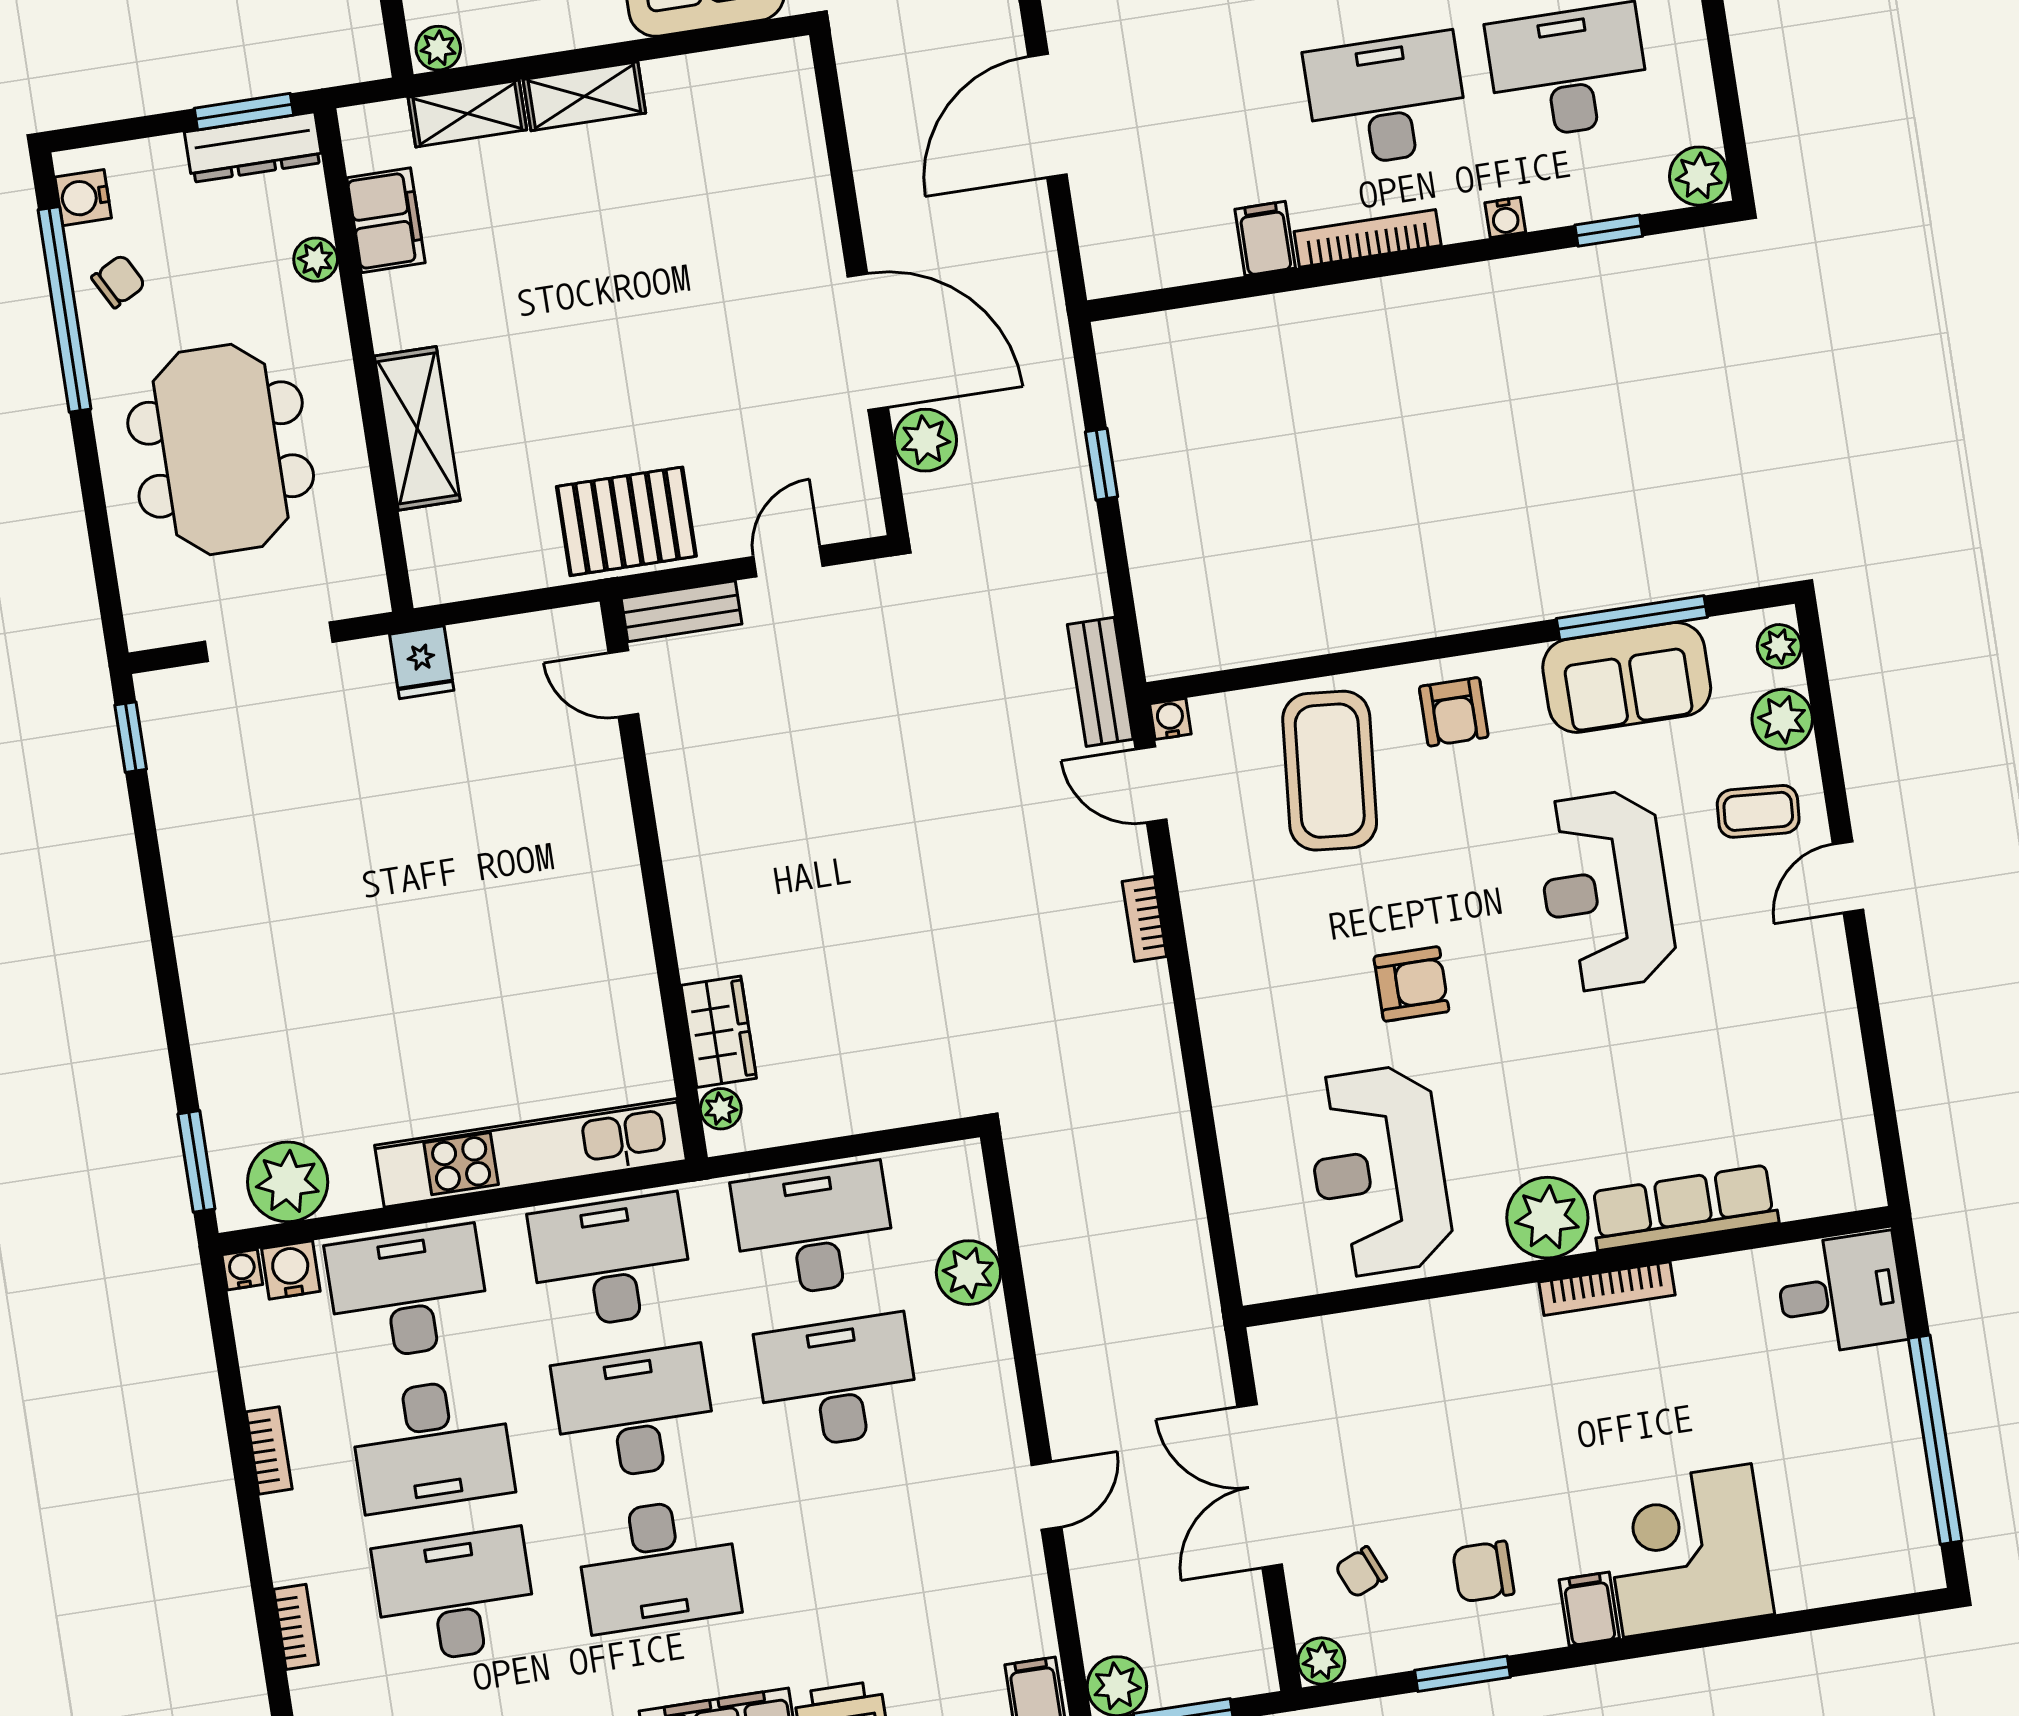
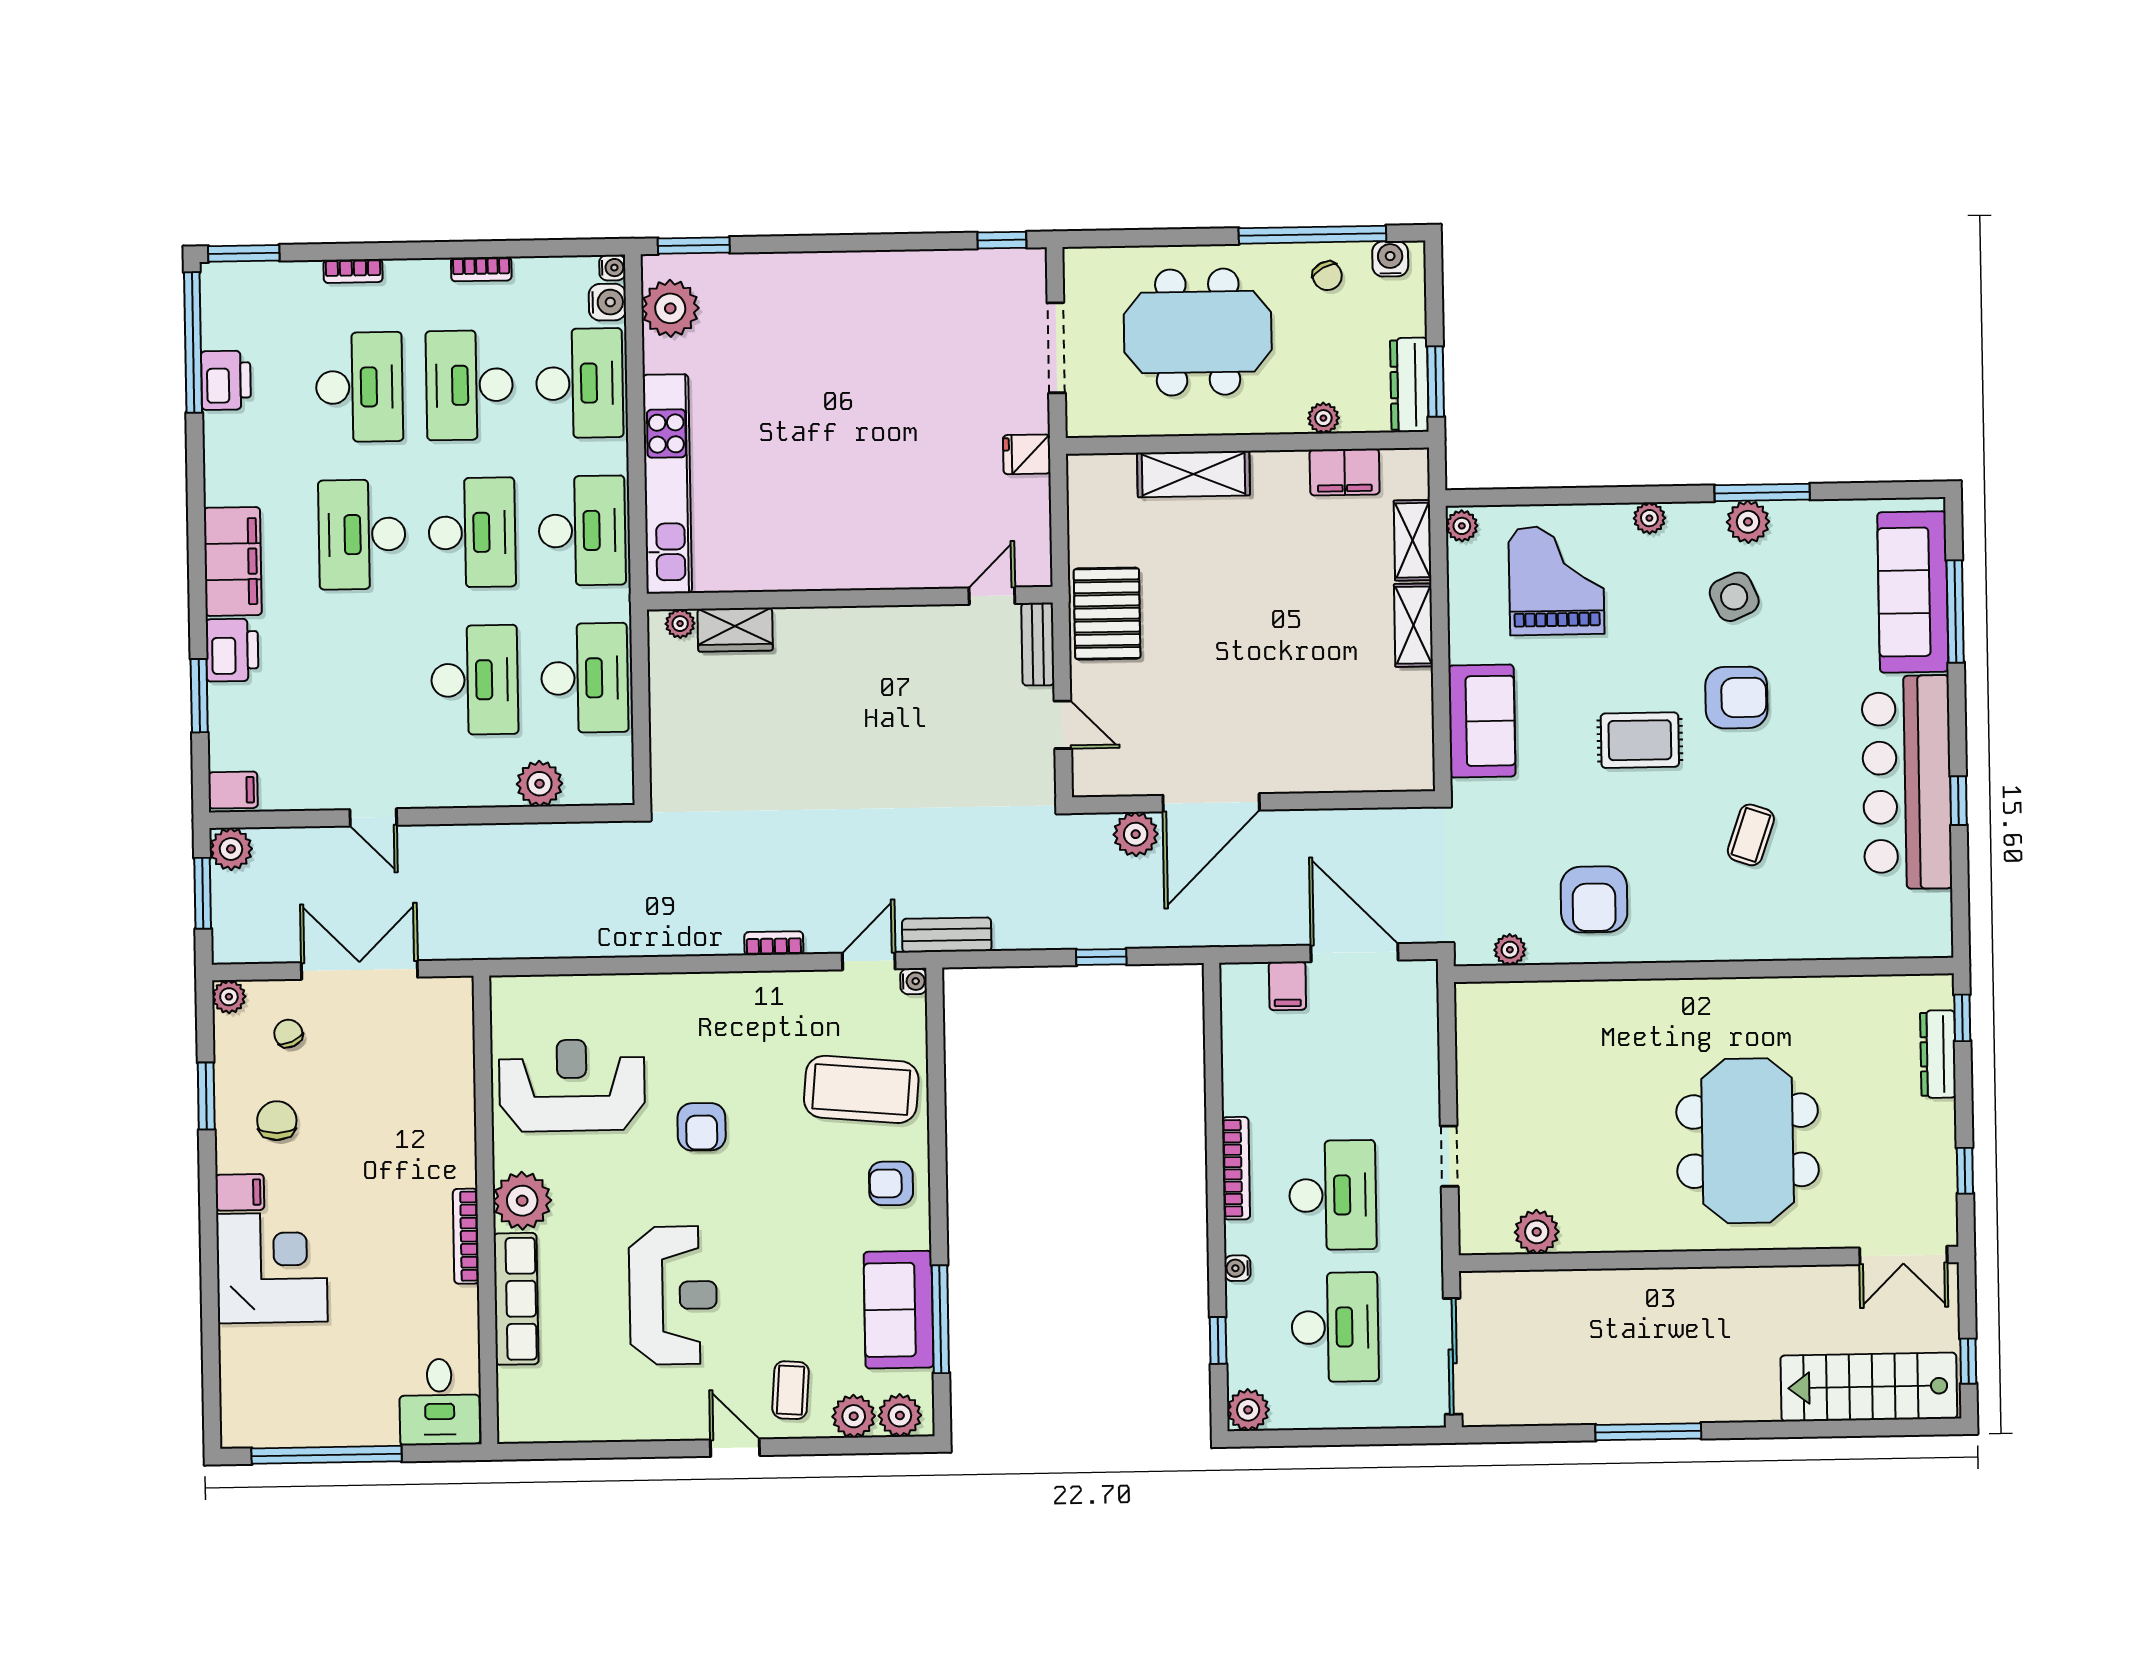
filing cabinet: (1265, 239) -> (1287, 986), moved, turned 90
plant: (1779, 646) -> (900, 1415), width x1.38, depth x1.38
reception desk: (1605, 891) -> (673, 1295), moved, turned 90

